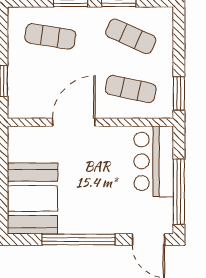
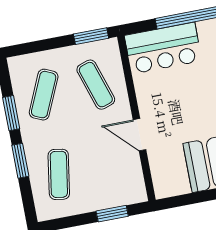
exercise mat: (131, 89) -> (96, 85), turned -30
door: (74, 122) -> (139, 135), width x0.73

